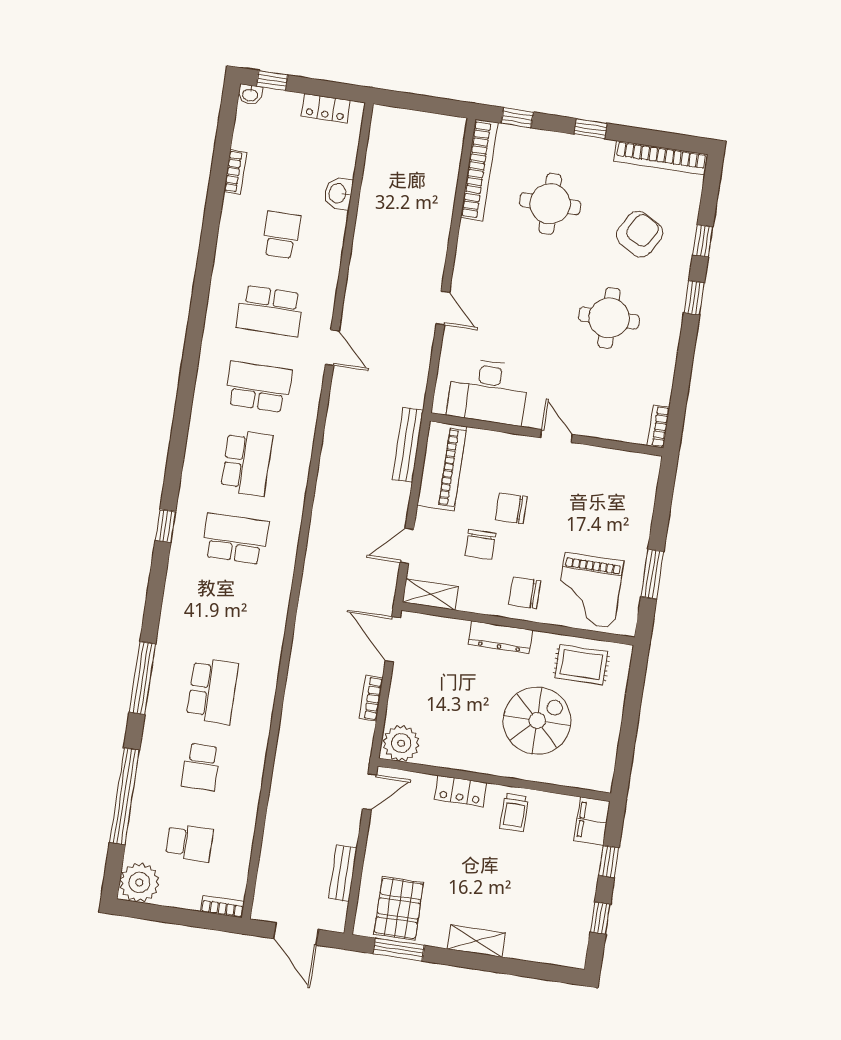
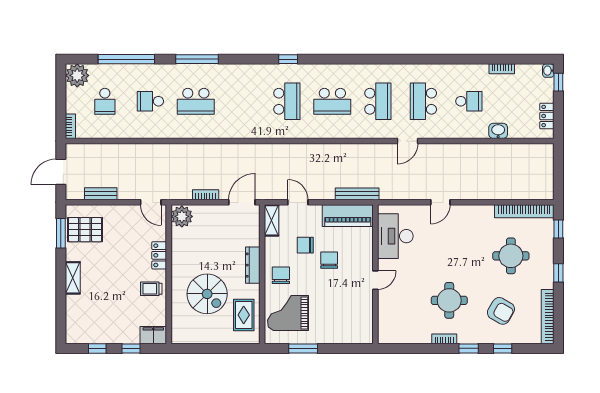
bookcase: (658, 426) -> (444, 339), moved

